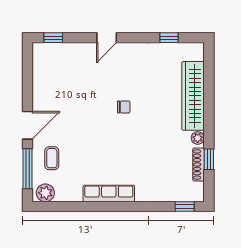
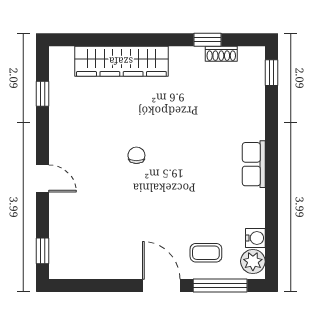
plant: (198, 138) -> (179, 55), removed
shoe rack: (199, 164) -> (221, 54), width x0.70
row of seats: (109, 193) -> (254, 164), width x0.68
water cooler: (63, 195) -> (255, 238), added

